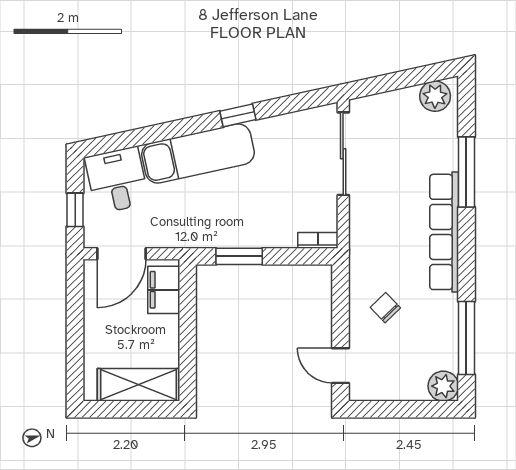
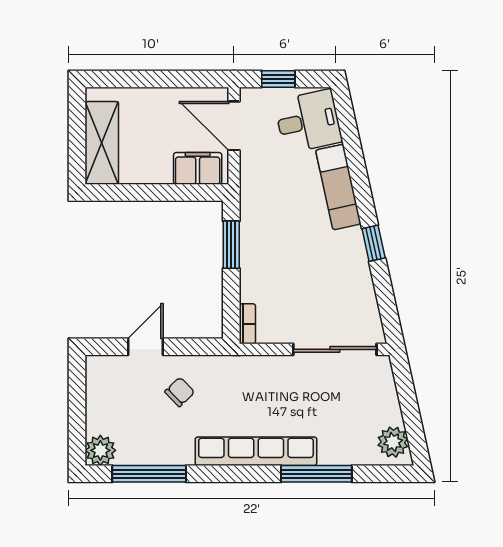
exam couch: (198, 154) -> (338, 187), width x0.73, depth x0.69
door: (340, 366) -> (146, 347), moved

